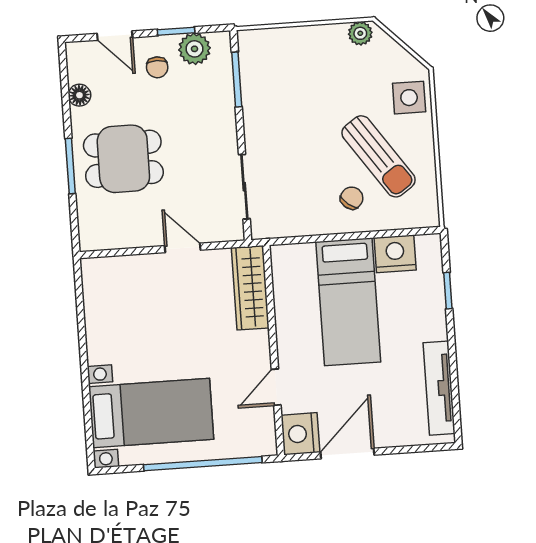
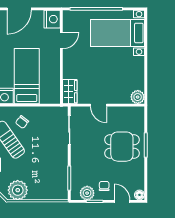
plant: (360, 33) -> (18, 190), width x1.88, depth x1.88
floor lamp: (79, 95) -> (139, 195), moved
plant: (96, 272) -> (138, 97), added
wardrobe: (250, 288) -> (70, 92), width x0.67
door: (347, 454) -> (19, 9), moved

